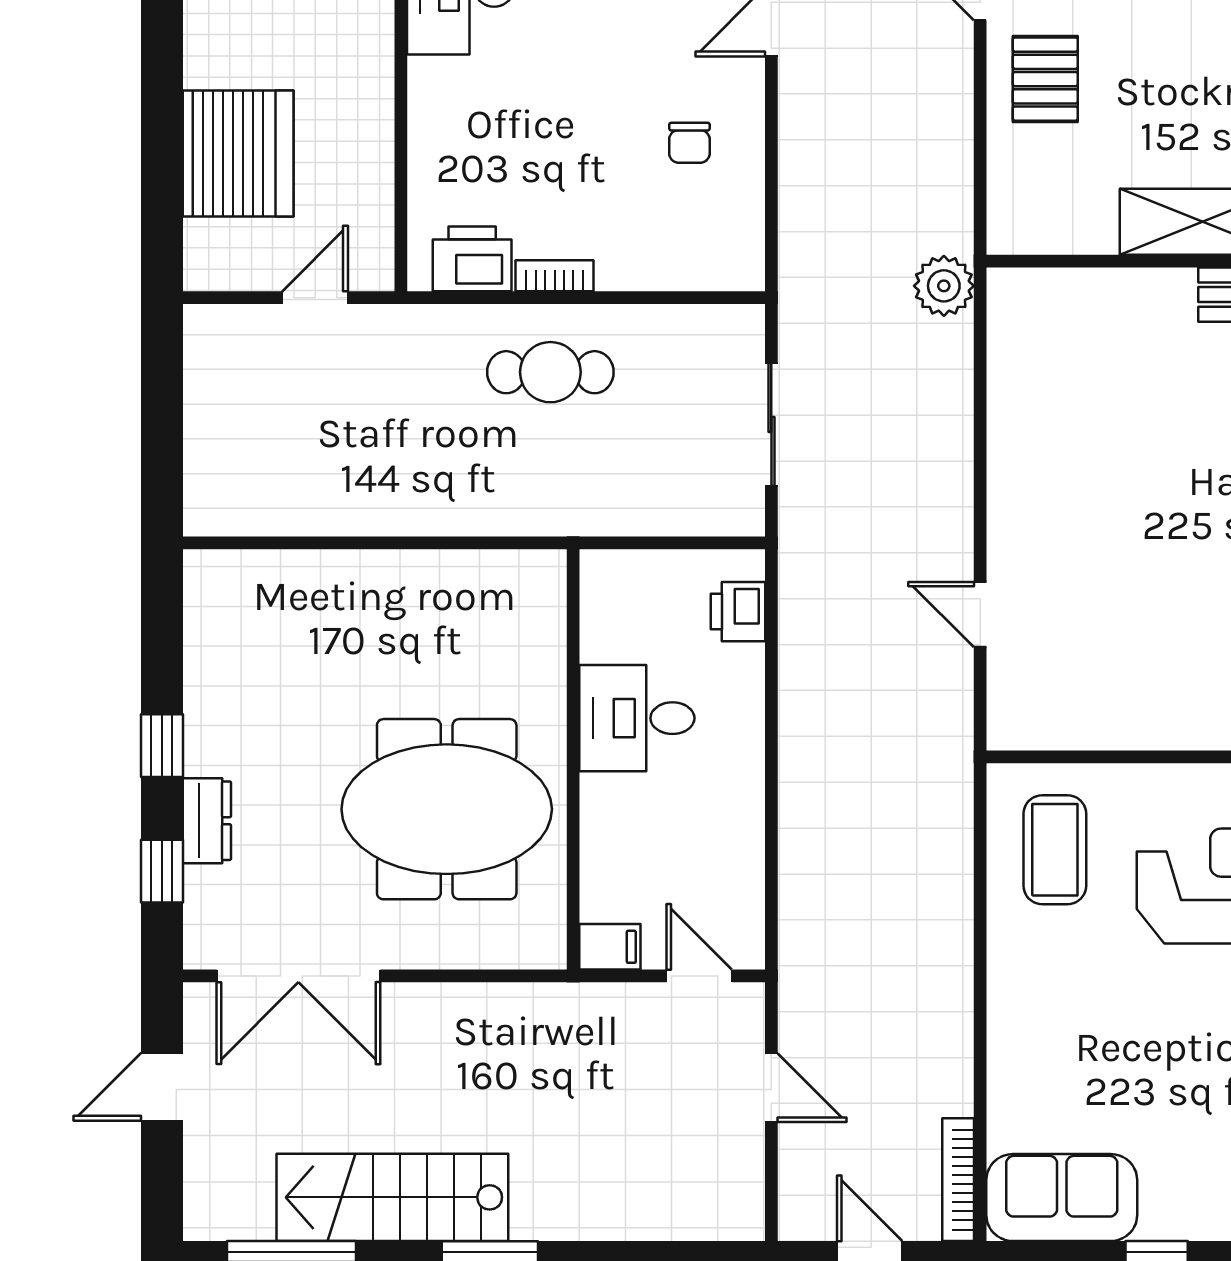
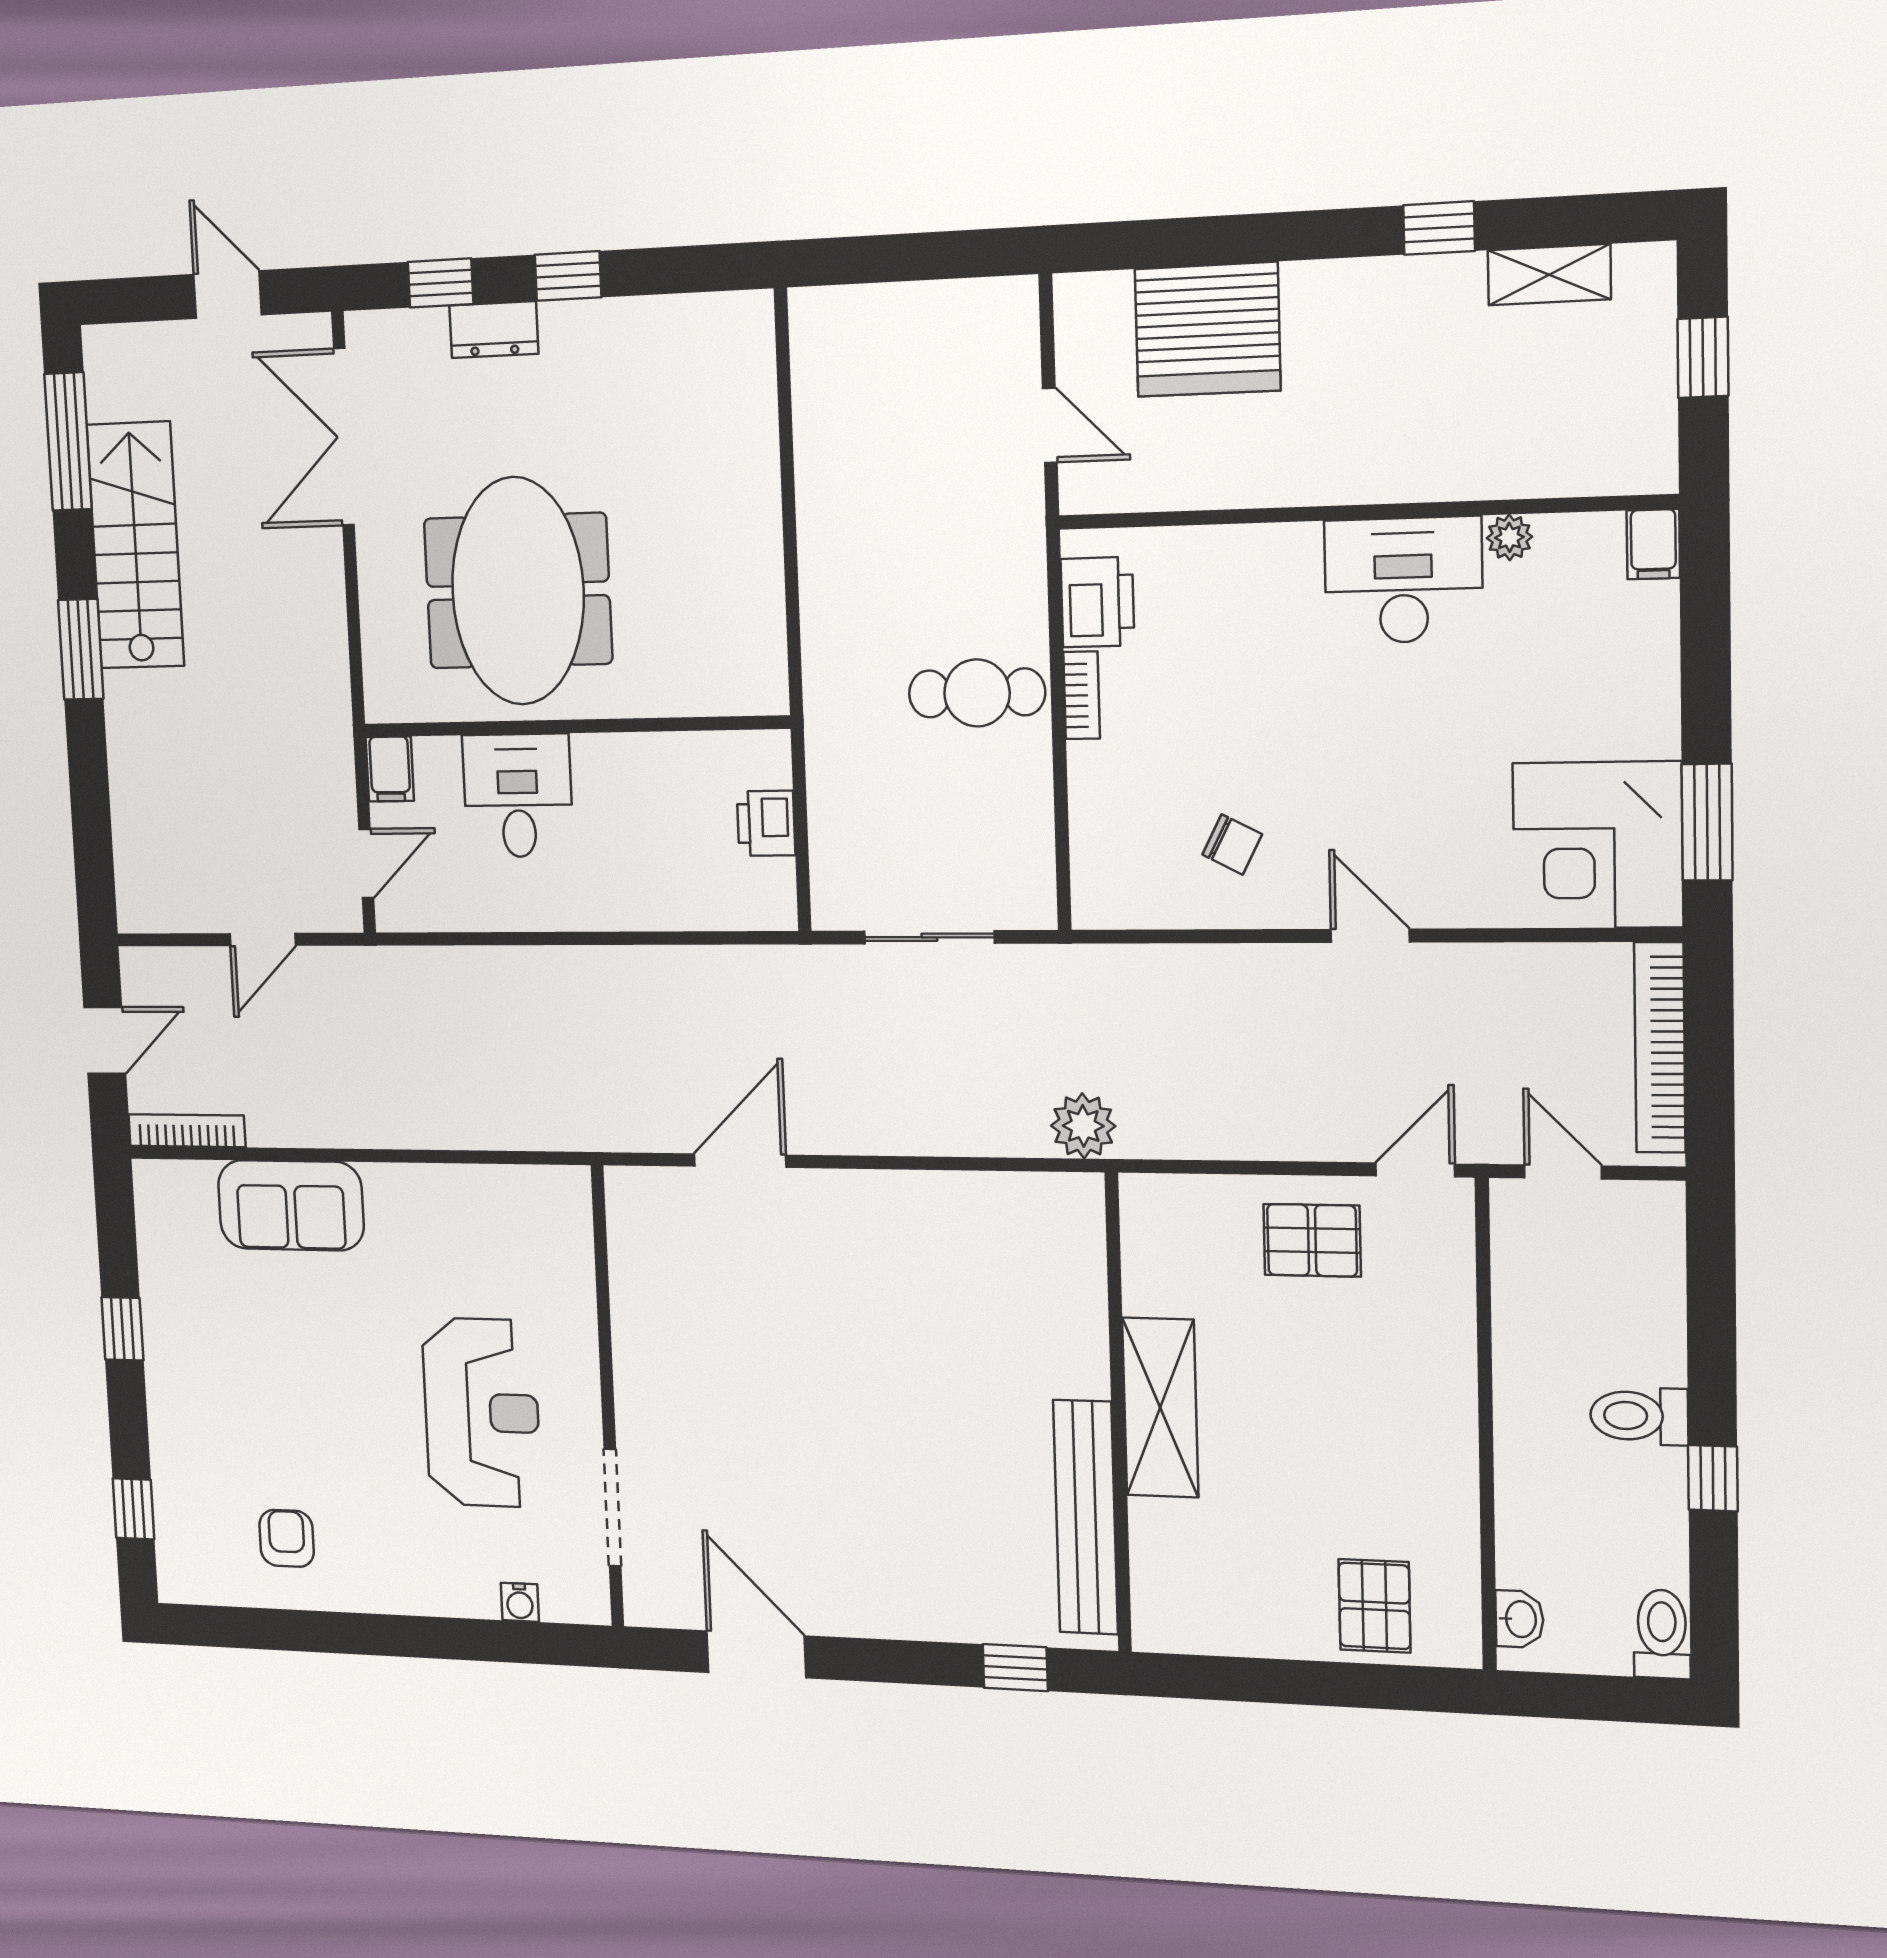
chair: (689, 143) -> (1232, 844), turned -153
cafe table: (550, 372) -> (977, 693), turned 90
printer: (738, 612) -> (766, 823), moved, turned -90
door: (980, 615) -> (740, 1161), width x1.37
desk: (637, 718) -> (518, 796), moved
coffee table: (1055, 850) -> (508, 1235), removed
sofa: (1062, 1198) -> (291, 1205), moved, turned 90

